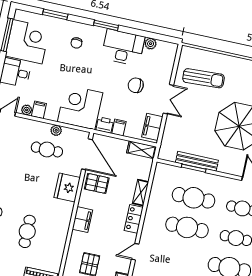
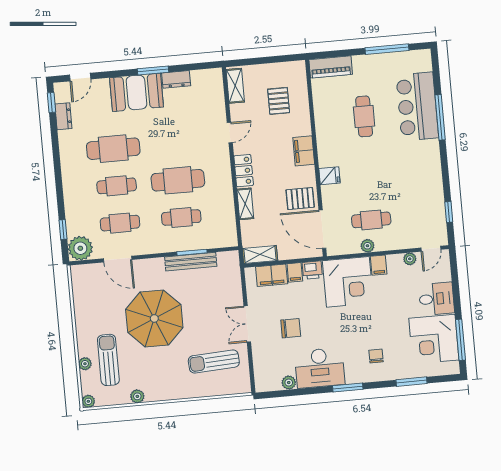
filing cabinet: (39, 110) -> (379, 265), moved
filing cabinet: (152, 127) -> (272, 275), moved, turned 90
fridge: (67, 187) -> (329, 176), width x0.53, depth x0.75
cafe table: (193, 198) -> (181, 217), width x0.73, depth x0.74

